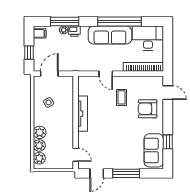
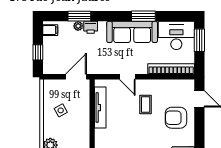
window: (65, 22) -> (79, 16), width x0.69
window: (120, 22) -> (143, 16), width x0.47
window: (168, 42) -> (199, 40), added
door: (49, 74) -> (76, 77), moved
tv unit: (83, 114) -> (100, 108), moved

